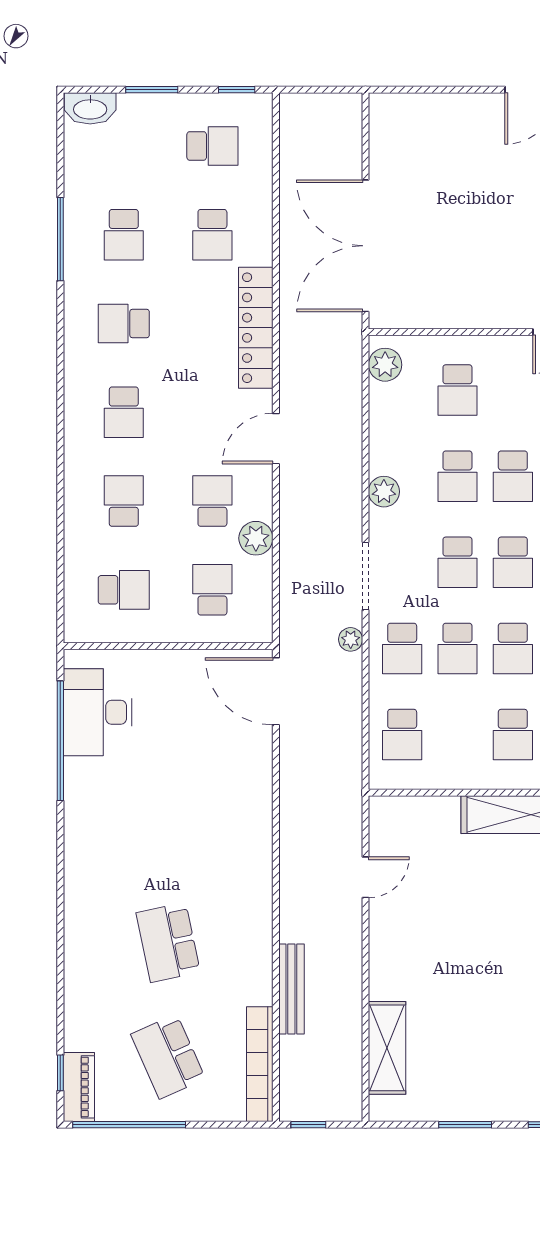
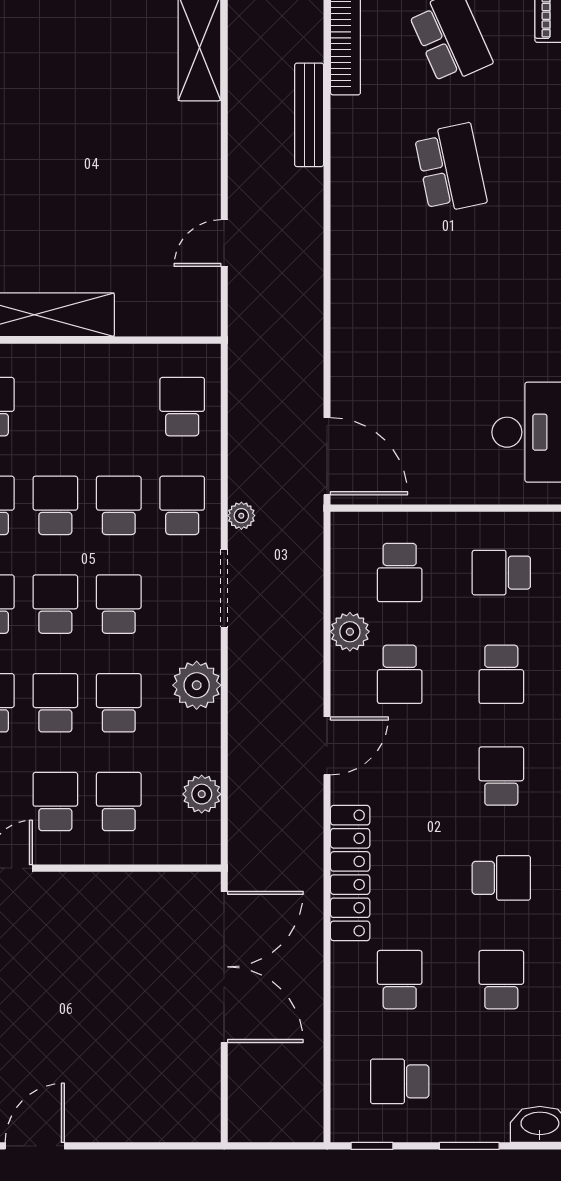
plant: (385, 365) -> (202, 794), moved
plant: (384, 492) -> (197, 685), width x1.36, depth x1.36
school desk: (513, 735) -> (55, 802), moved

